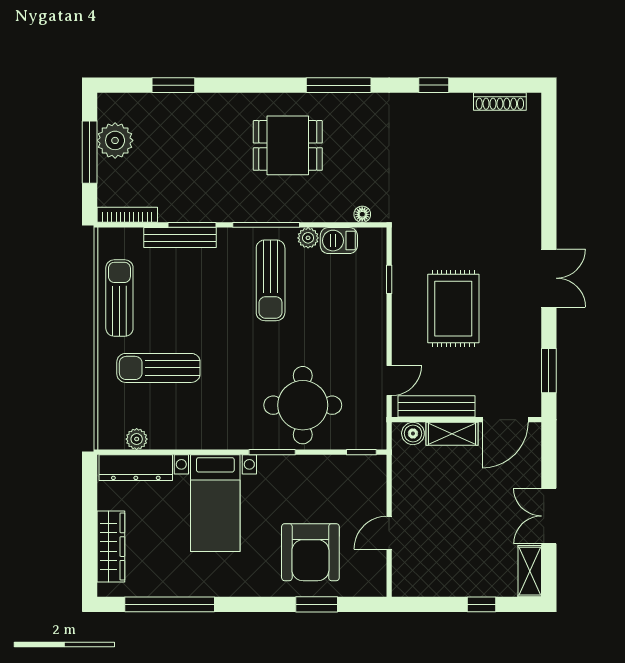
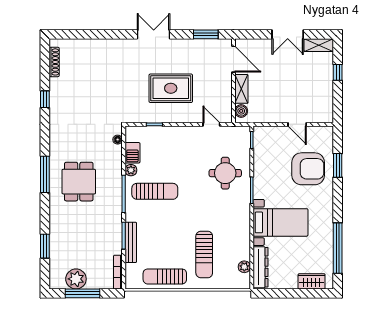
window: (339, 85) -> (45, 174), moved
round table: (303, 405) -> (225, 173), width x0.73, depth x0.73
bench: (437, 406) -> (226, 98), removed
wardrobe: (111, 547) -> (312, 281), width x0.67

